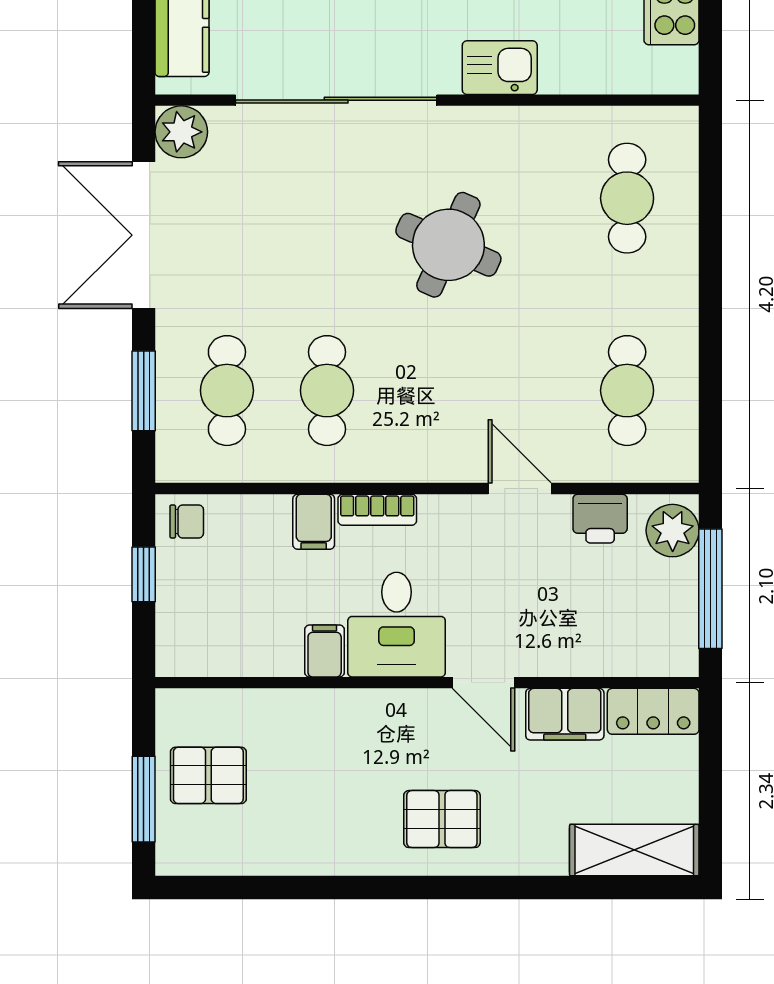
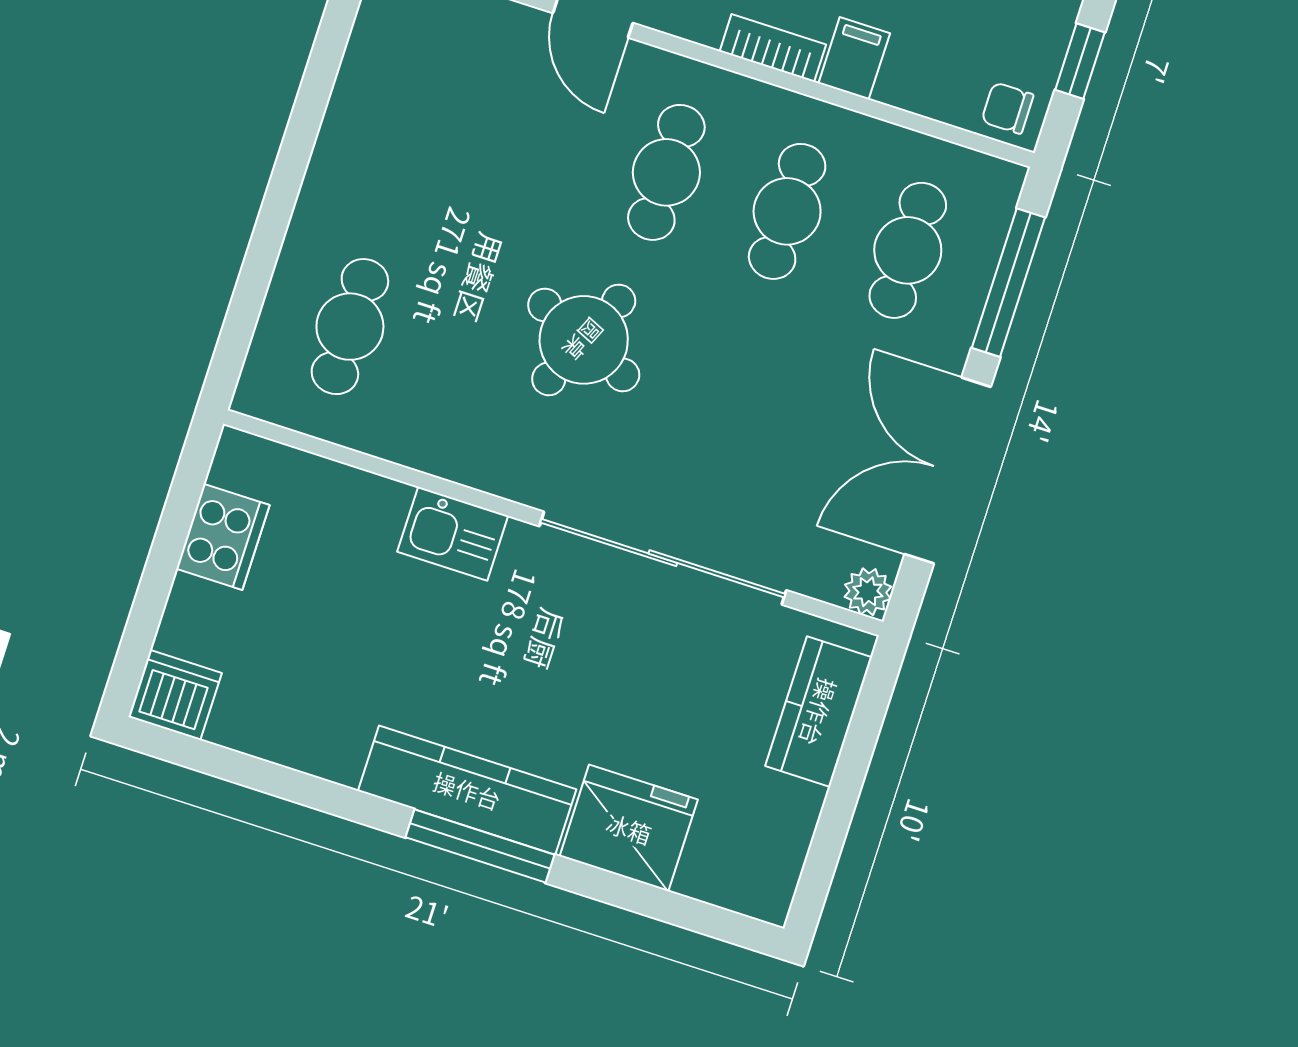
plant: (181, 132) -> (868, 592), width x0.73, depth x0.73
double door: (144, 235) -> (948, 471), swing flipped
window: (144, 391) -> (1008, 283), width x1.44
cafe table: (627, 391) -> (666, 172), moved

